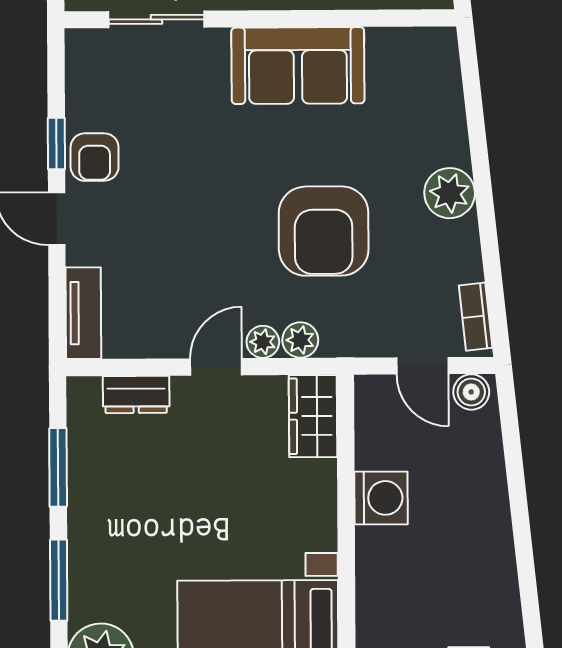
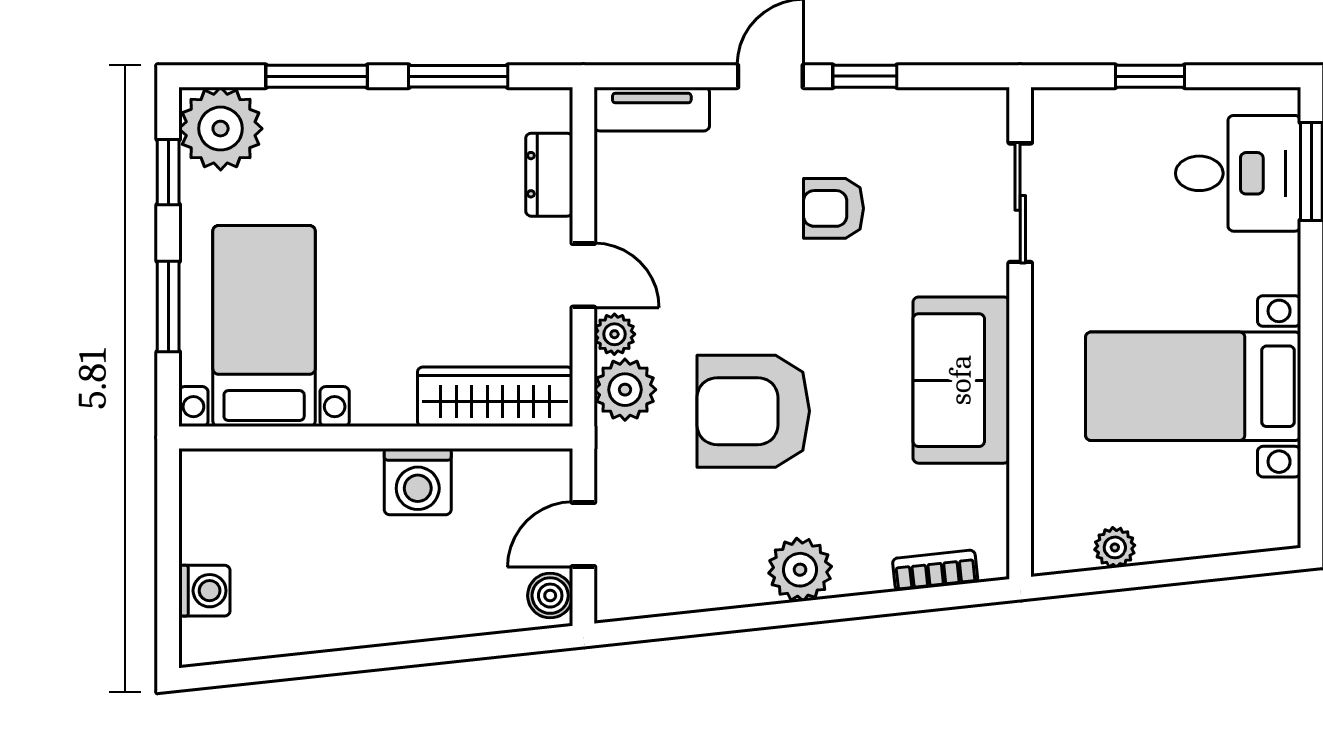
armchair: (95, 157) -> (834, 208), moved
bookcase: (476, 317) -> (935, 570), moved
plant: (300, 340) -> (625, 390), width x1.38, depth x1.38
wardrobe: (313, 416) -> (495, 397), width x1.50

